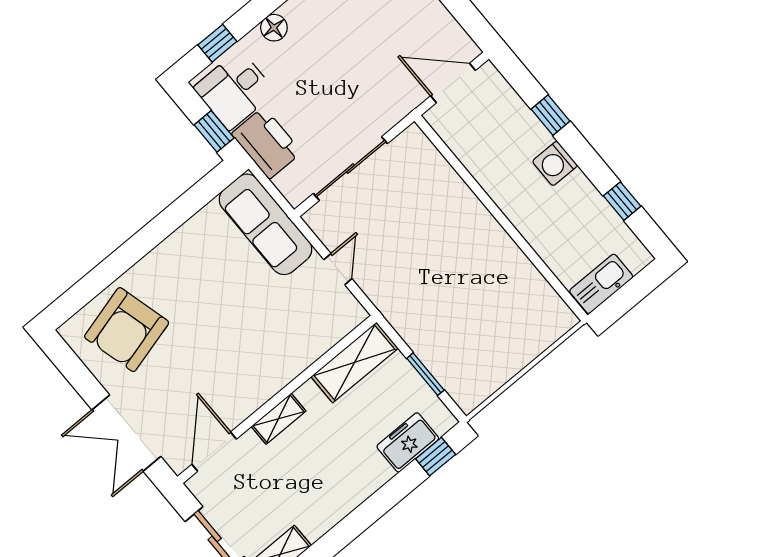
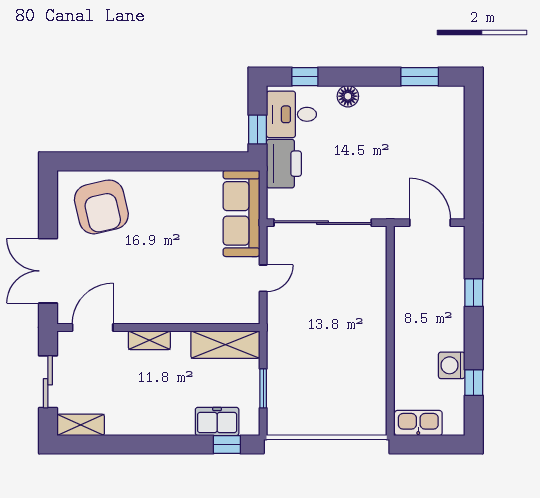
washing machine: (555, 163) -> (452, 365), moved
sliding door: (350, 169) -> (323, 223), width x1.36
armchair: (127, 330) -> (101, 207), turned -88

